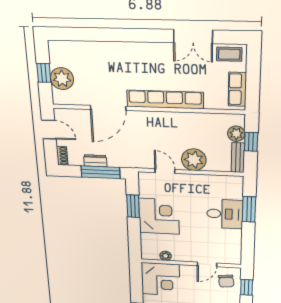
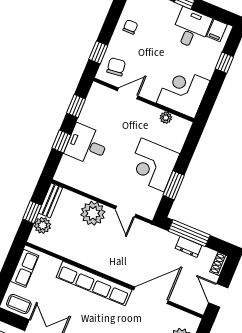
window: (249, 209) -> (61, 142), width x0.67
window: (248, 241) -> (76, 106), added

